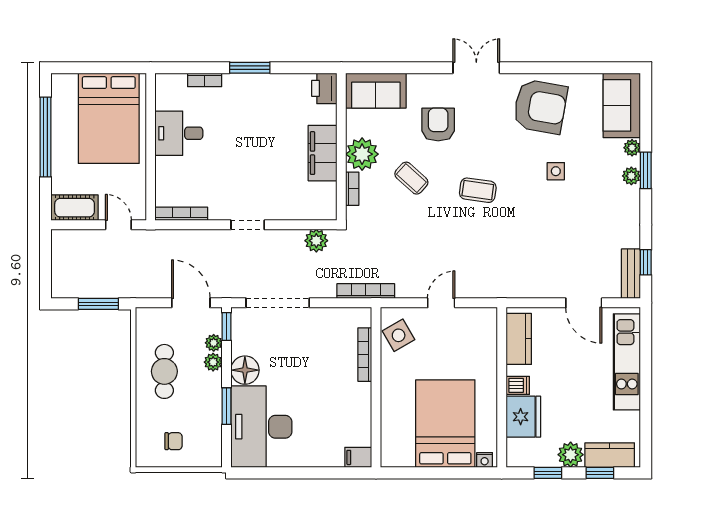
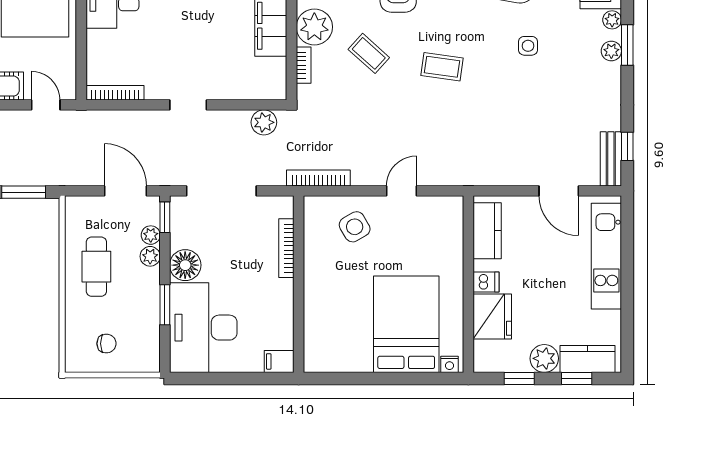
bookcase: (365, 355) -> (286, 248), moved
wall: (376, 387) -> (299, 284), moved
filing cabinet: (358, 457) -> (279, 361), moved

